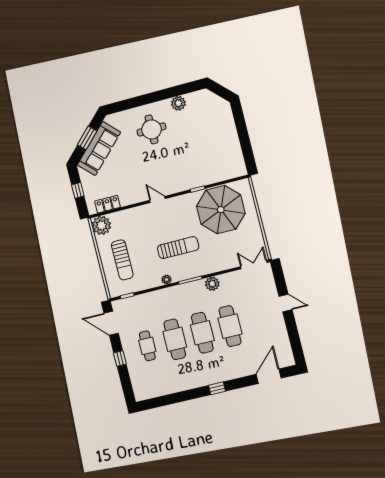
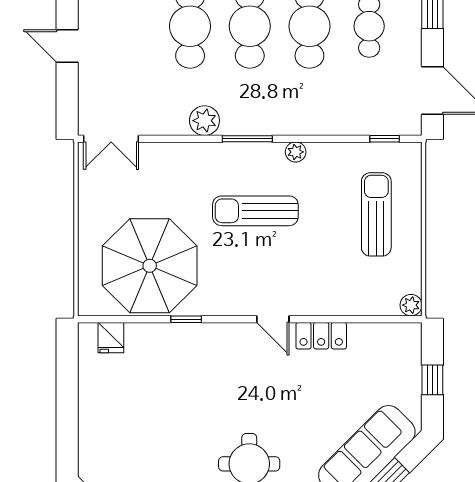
fridge: (231, 171) -> (111, 338), added
locker: (107, 204) -> (321, 336), moved
plant: (101, 225) -> (411, 305), width x0.53, depth x0.53

